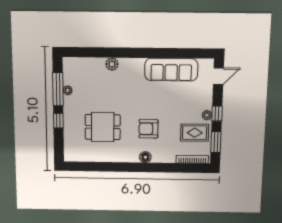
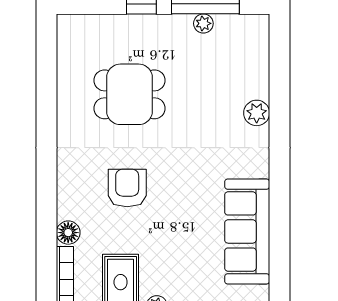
dining table: (103, 127) -> (130, 94), turned 90
floor lamp: (145, 157) -> (68, 233), moved

